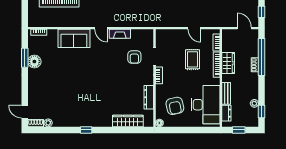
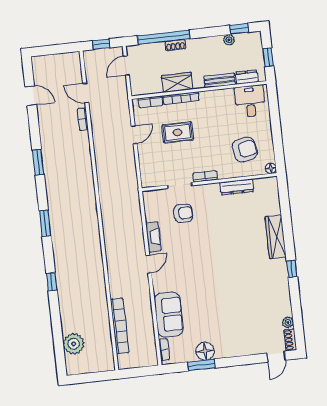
sofa: (74, 38) -> (169, 315), moved
desk: (206, 105) -> (250, 101), width x0.53, depth x0.77
wardrobe: (128, 121) -> (276, 237), moved

